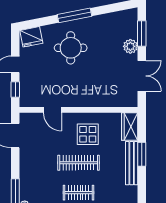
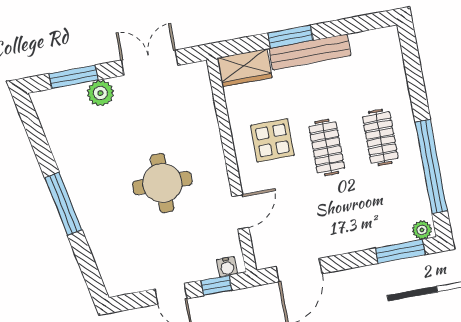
fridge: (31, 37) -> (116, 274), removed
round table: (71, 48) -> (162, 183), moved
water cooler: (24, 97) -> (227, 267), added
clothes rail: (79, 163) -> (327, 147), width x0.73

